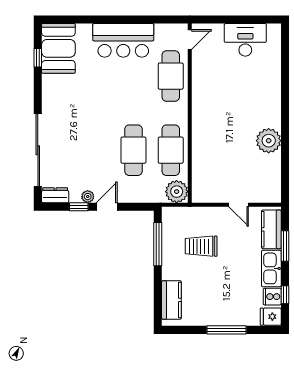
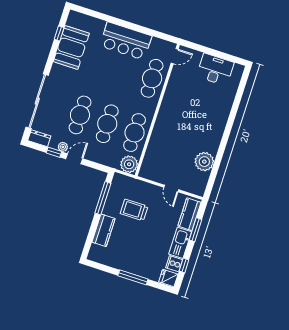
booth: (58, 48) -> (71, 47), moved
plant: (269, 141) -> (204, 162), moved
cafe table: (96, 150) -> (80, 115), added
kitchen counter: (171, 300) -> (103, 230), moved

